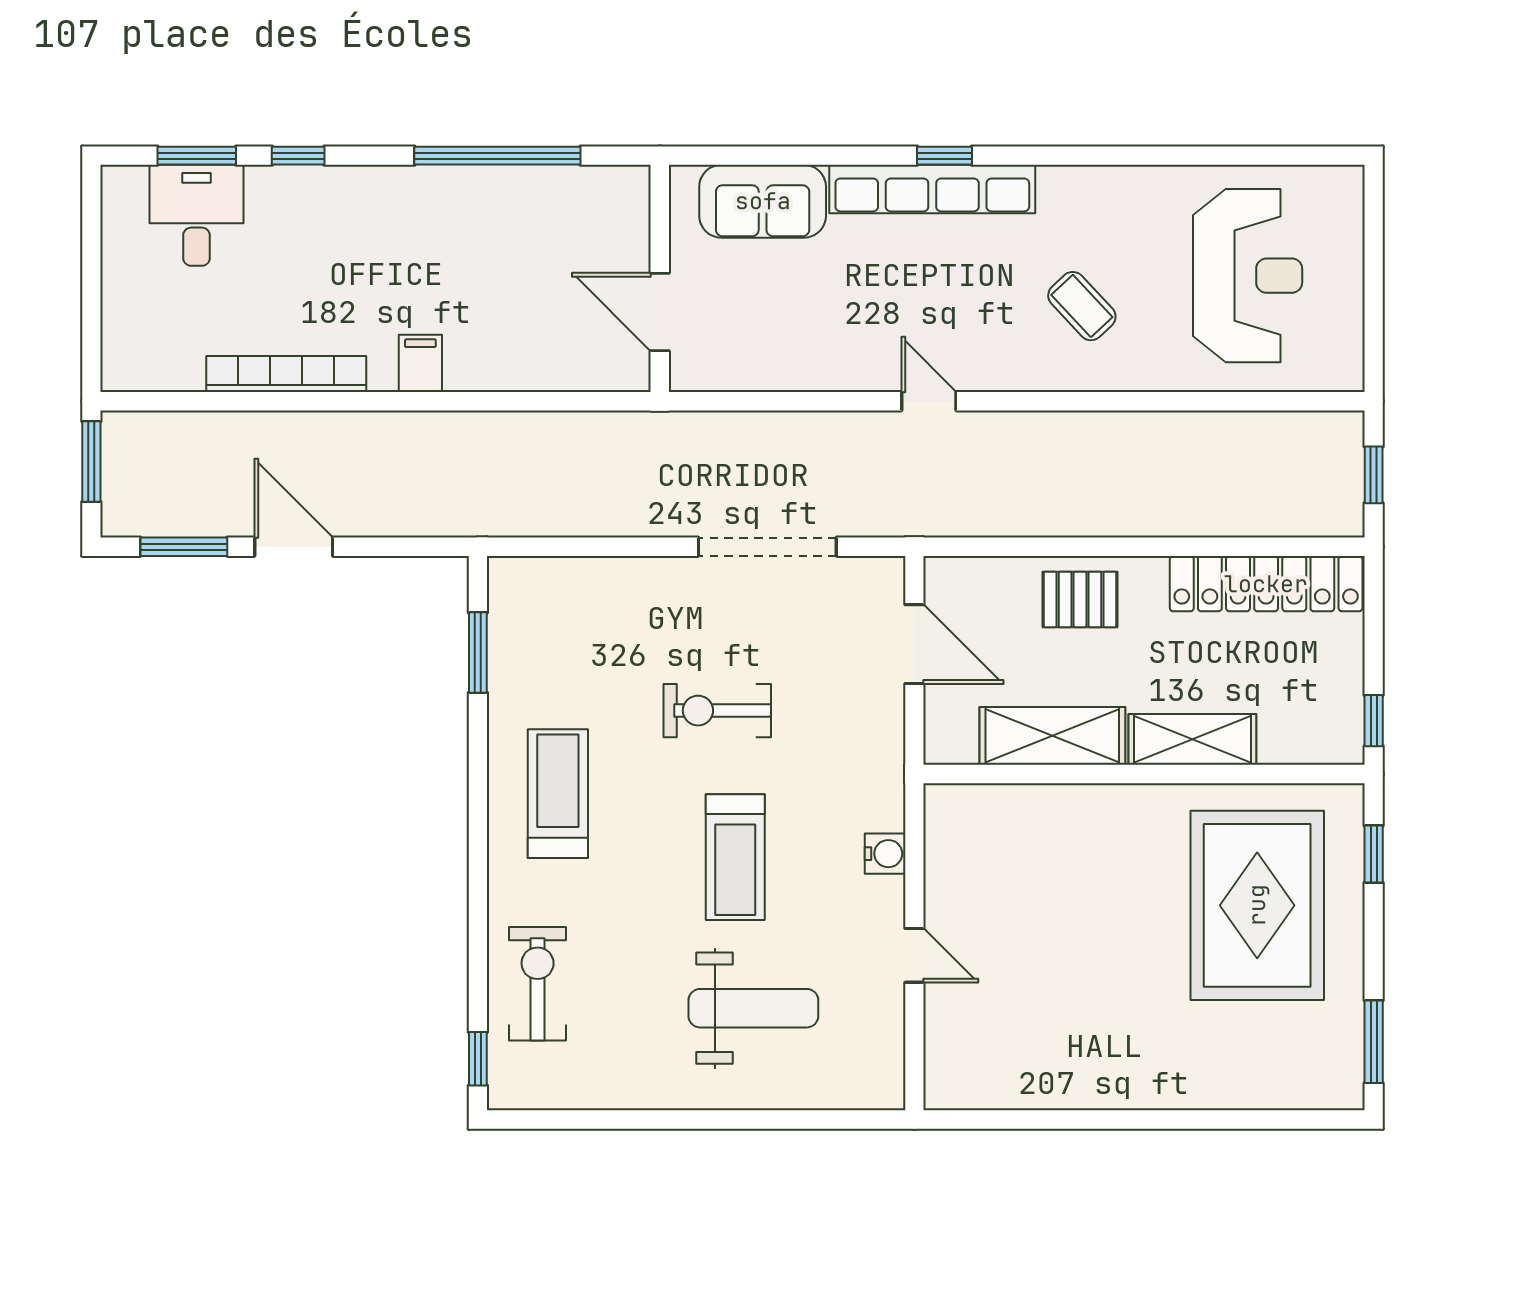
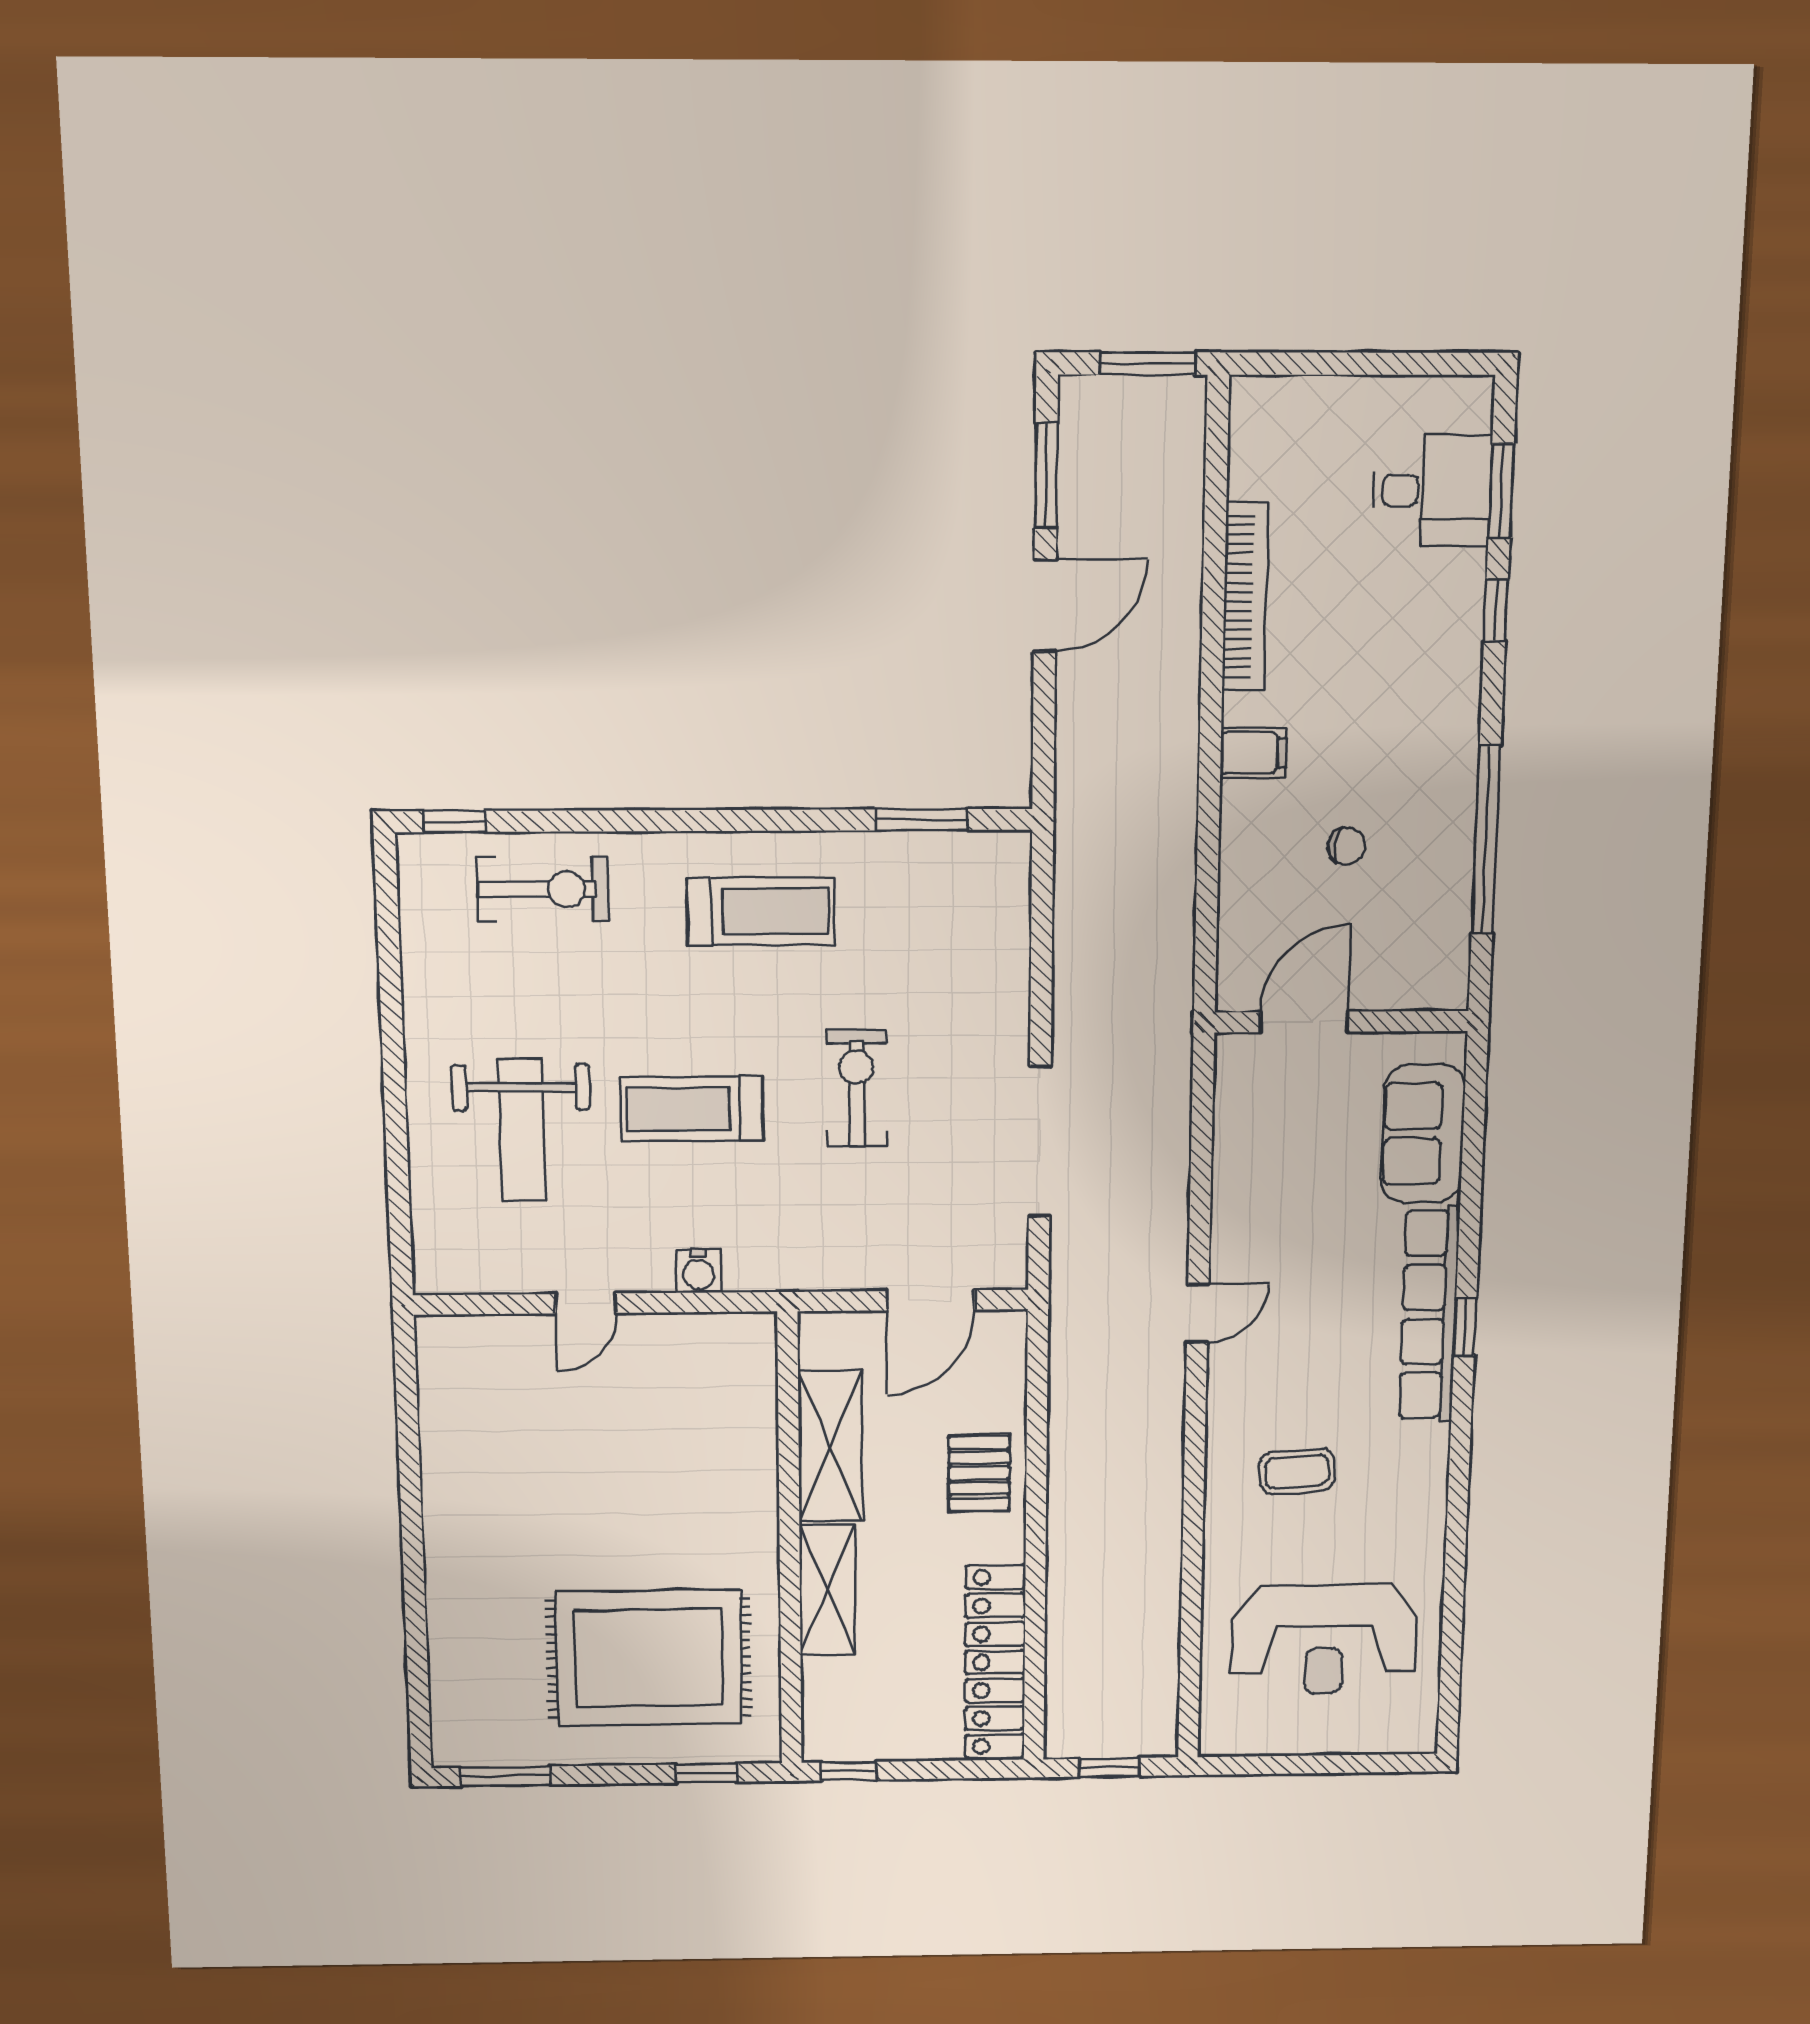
chair: (502, 279) -> (1347, 846), added
coffee table: (1082, 306) -> (1297, 1472), turned 39

